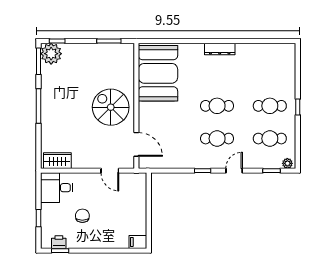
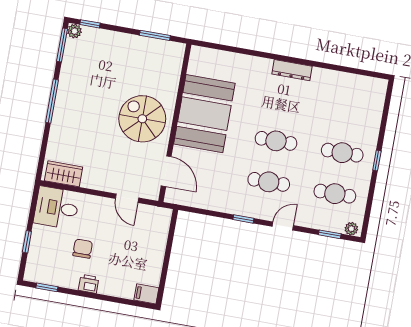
plant: (51, 54) -> (74, 31), width x0.53, depth x0.53
booth: (158, 73) -> (204, 114), moved
printer: (59, 242) -> (89, 284), moved

